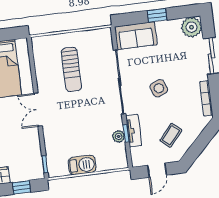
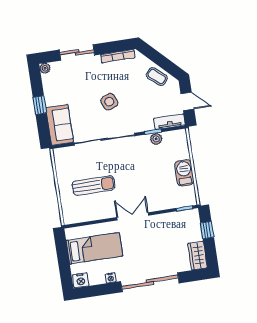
plant: (191, 27) -> (45, 68), width x0.53, depth x0.53
double door: (38, 110) -> (133, 216), swing flipped
tv unit: (134, 131) -> (170, 122), moved
coffee table: (171, 135) -> (157, 77), moved

